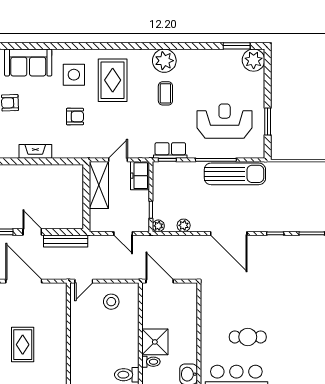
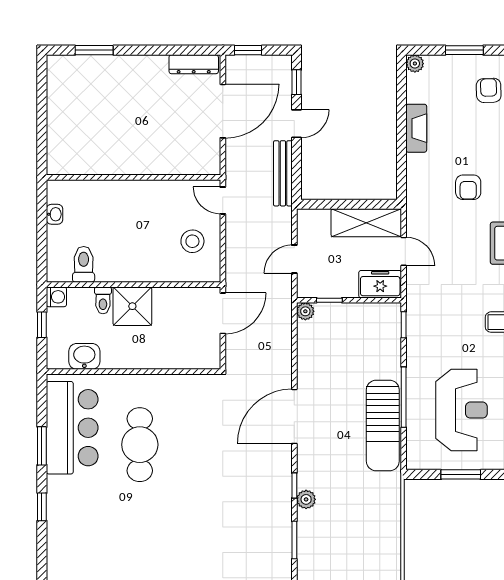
row of seats: (170, 150) -> (418, 329), removed
plant: (184, 225) -> (306, 499), moved
cafe table: (248, 337) -> (140, 445), width x1.37, depth x1.35
rug: (23, 345) -> (129, 109), removed

